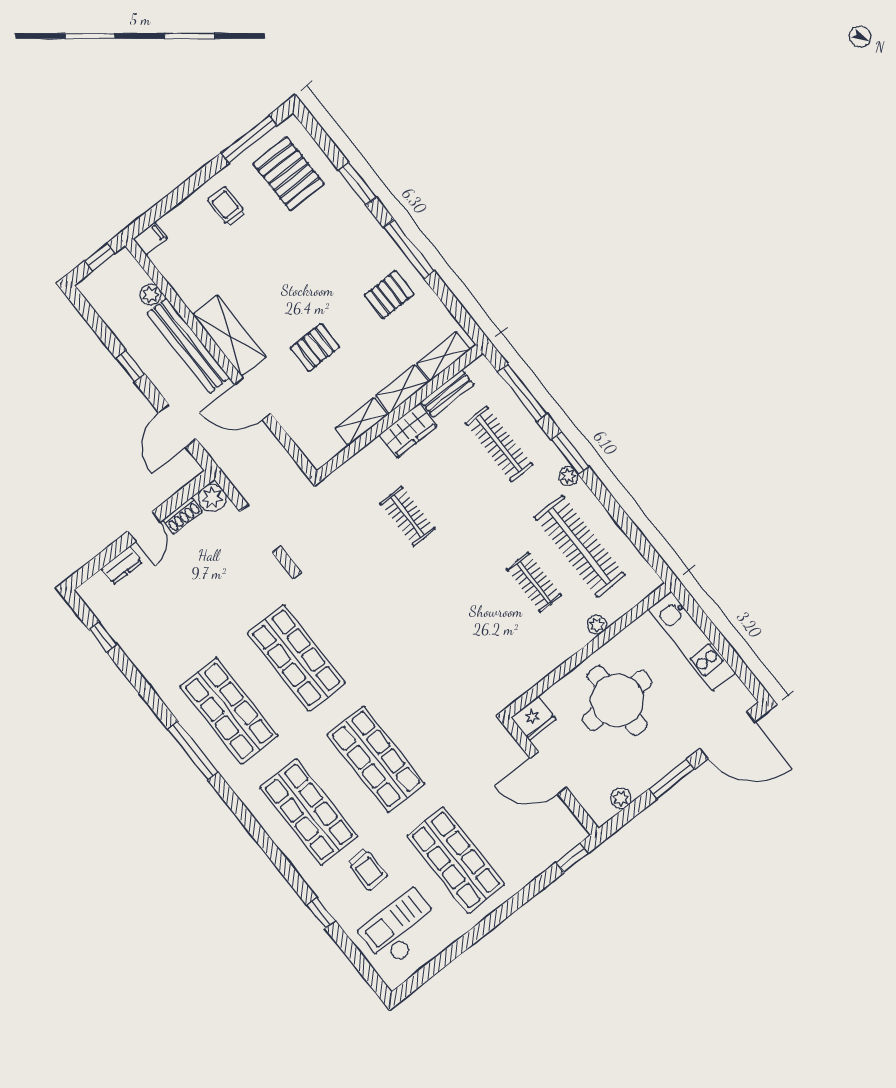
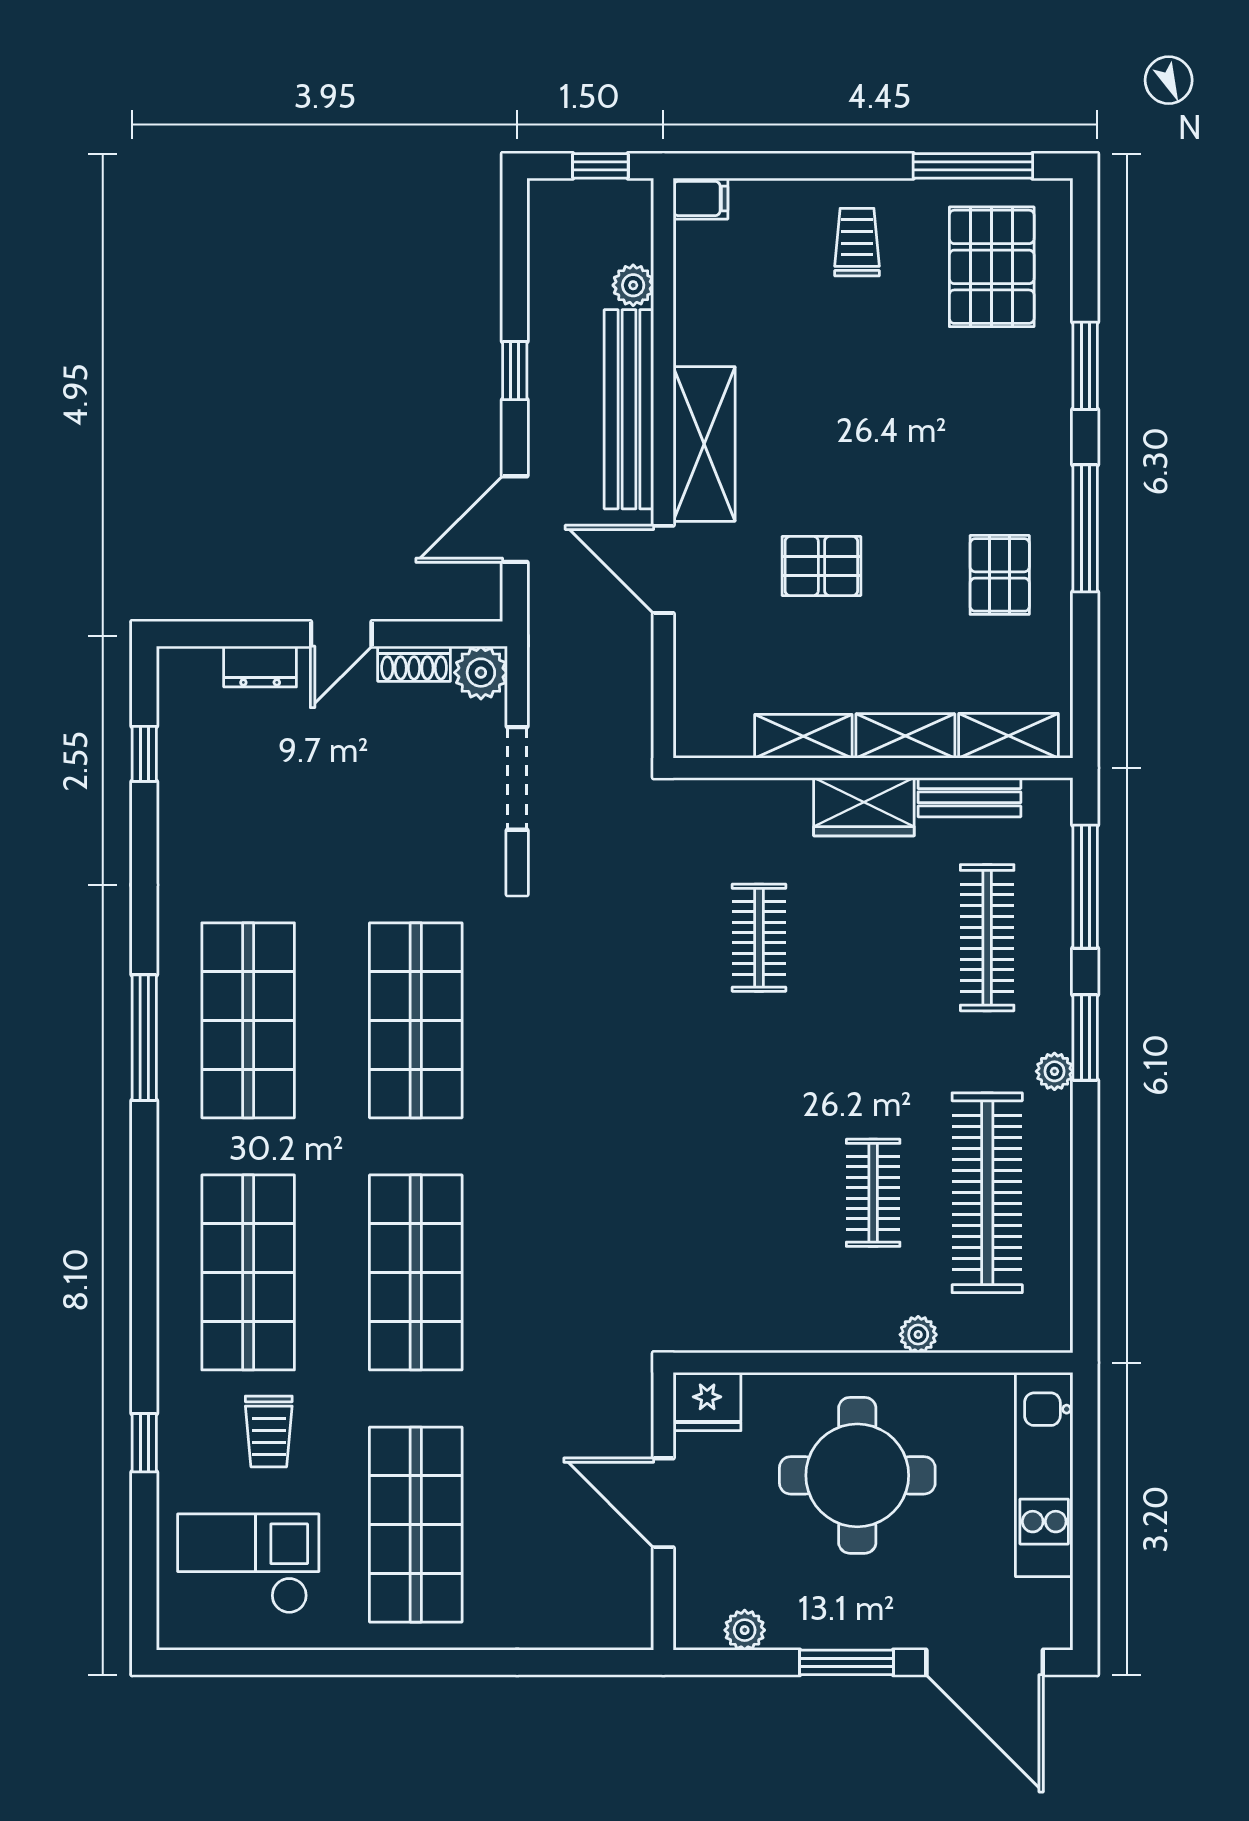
pallet: (389, 295) -> (1000, 575), turned 90
window: (572, 858) -> (597, 1662), removed

